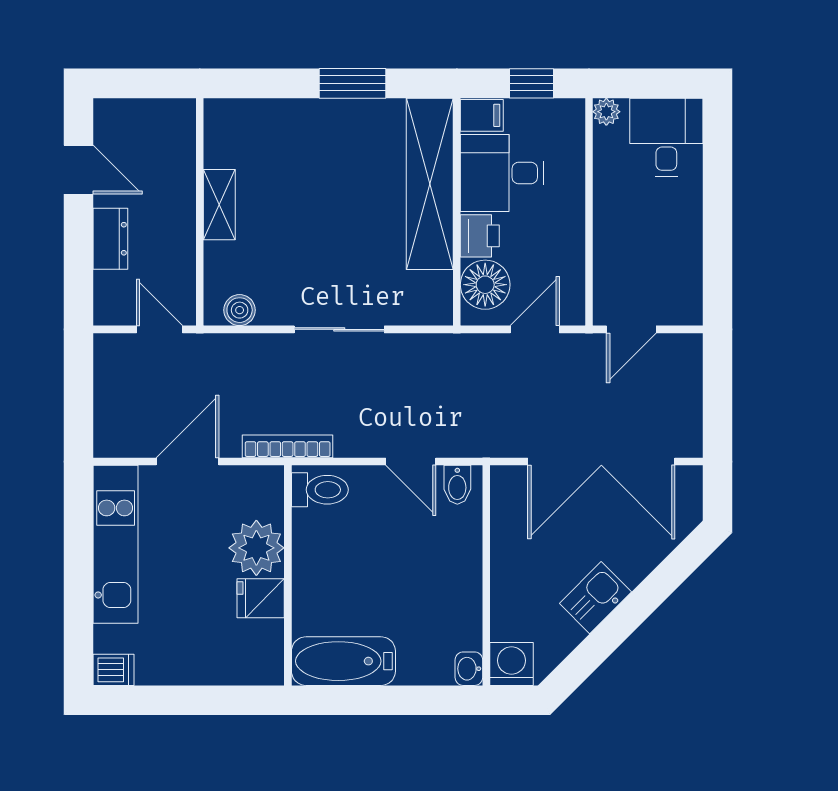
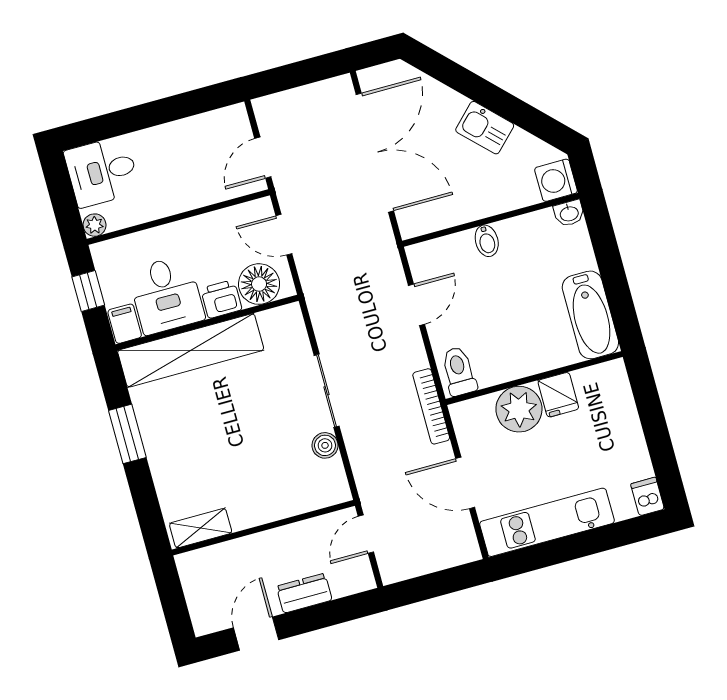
shelving: (219, 205) -> (201, 528), moved
boiler: (240, 310) -> (325, 445), moved
door: (631, 329) -> (263, 158), swing flipped
bidet: (457, 485) -> (487, 241), moved, turned 90

